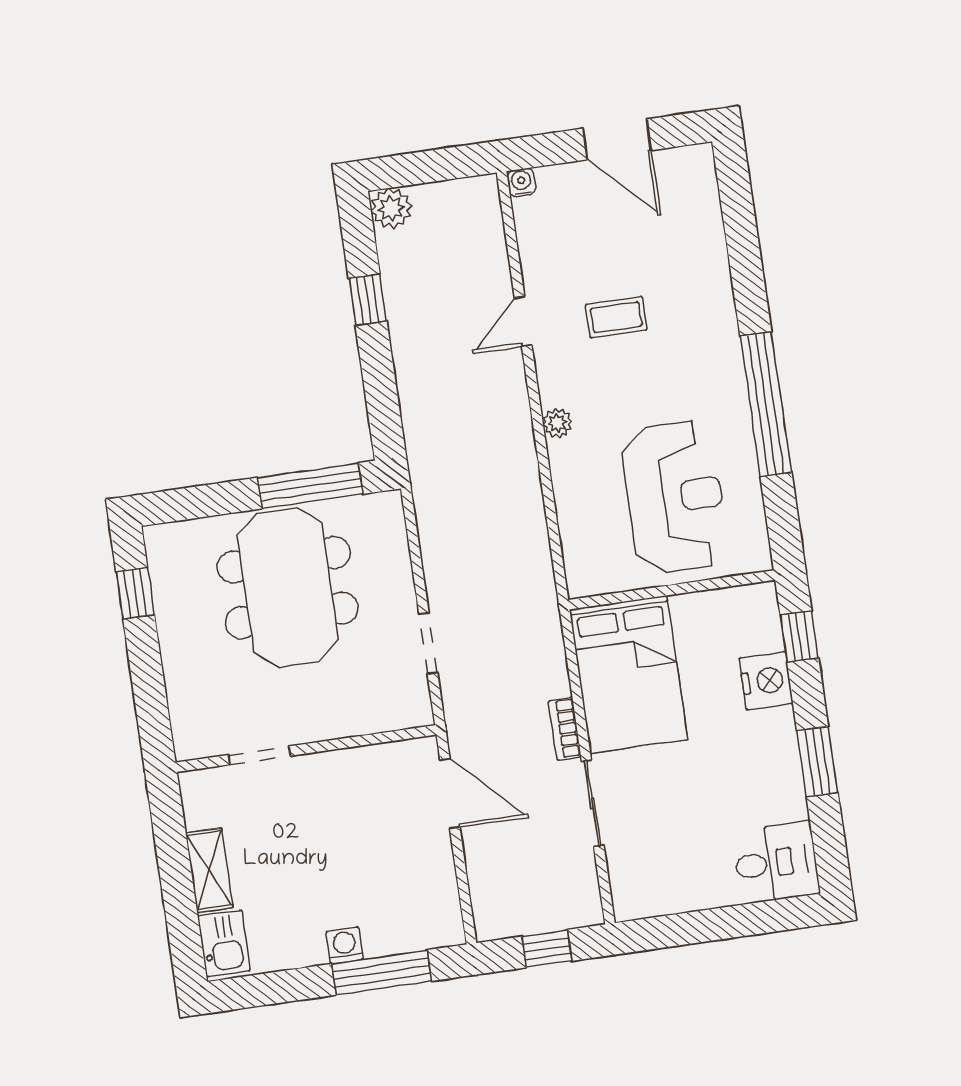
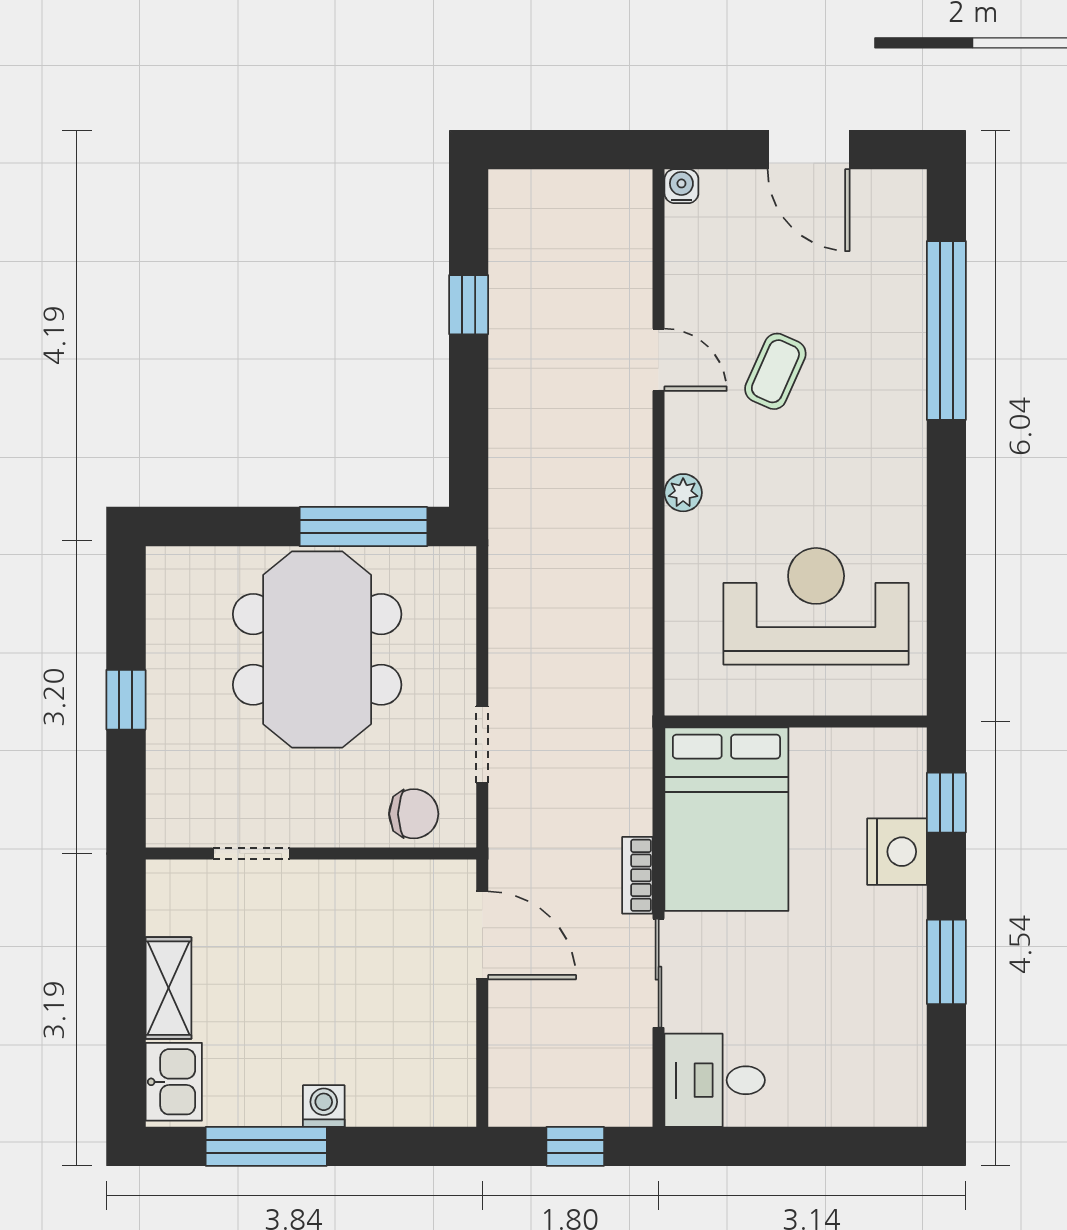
plant: (391, 208) -> (514, 195), removed
coffee table: (616, 317) -> (775, 371), turned -66
door: (523, 321) -> (659, 360), swing flipped
window: (766, 404) -> (946, 330), moved
reception desk: (675, 497) -> (816, 606), turned -90
window: (135, 593) -> (126, 700), moved
chair: (382, 706) -> (414, 814), added
desk: (776, 863) -> (715, 1080), moved, turned 180
window: (382, 972) -> (266, 1146), moved

